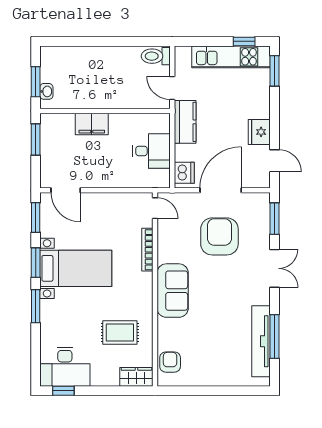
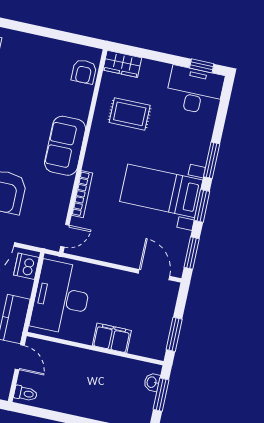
toilet: (156, 56) -> (26, 393), width x0.73, depth x0.72
desk: (152, 151) -> (61, 298), width x1.87, depth x1.30
door: (155, 208) -> (65, 236), swing flipped

